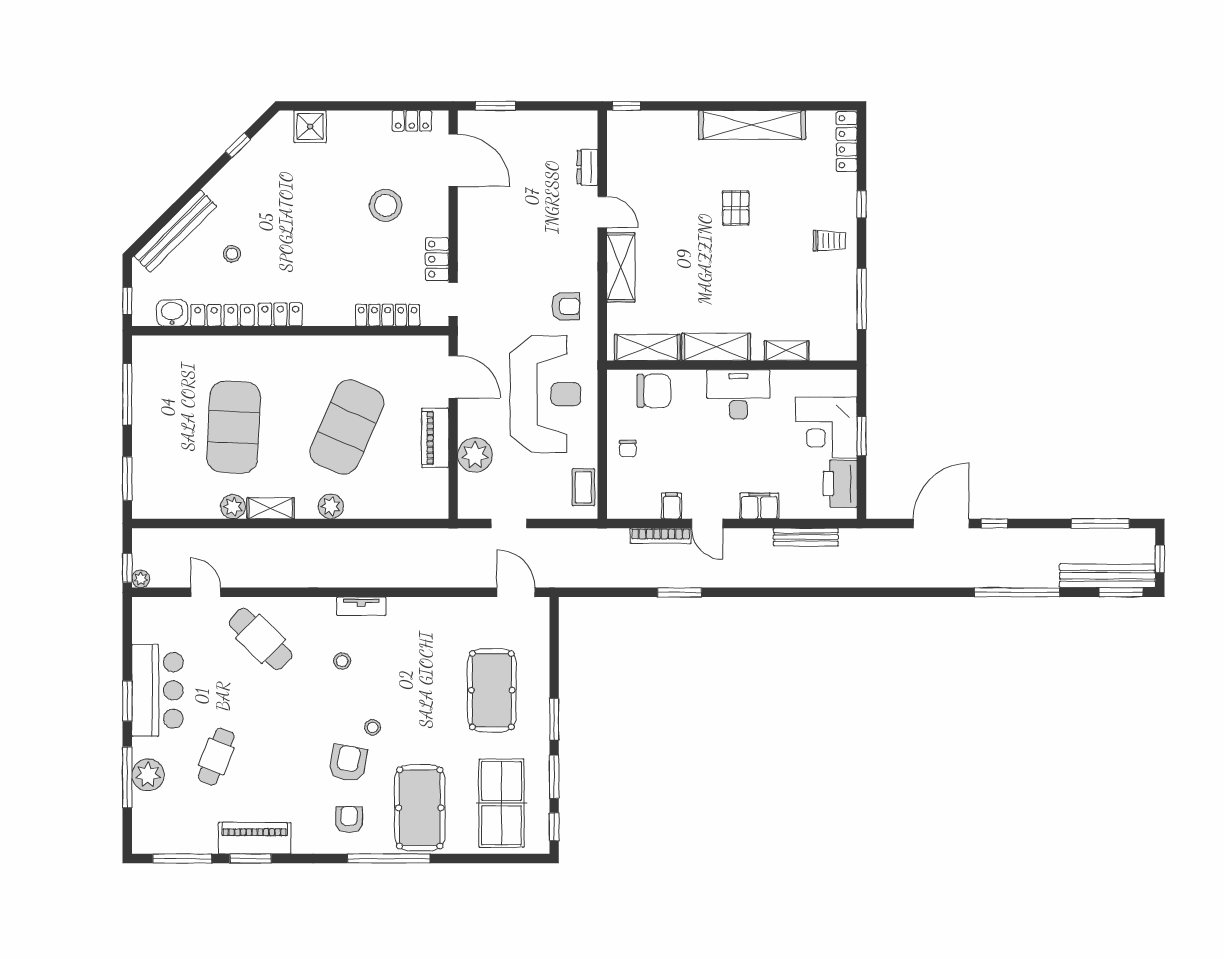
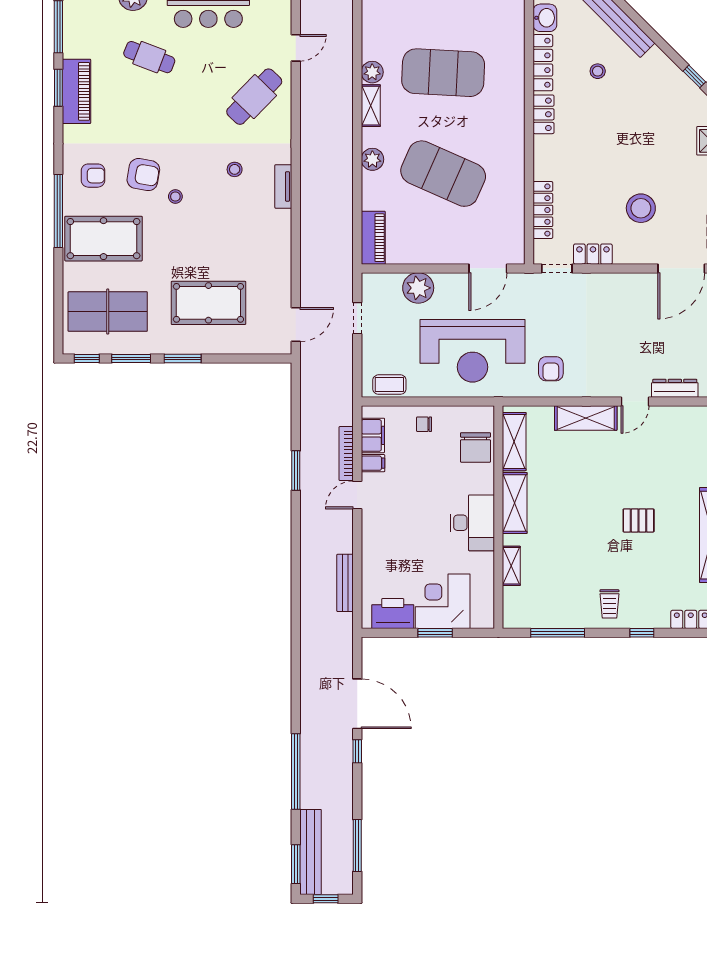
dresser: (588, 167) -> (675, 388), width x1.44
piano: (435, 438) -> (373, 238), moved, turned 90
filing cabinet: (759, 506) -> (373, 435), moved

